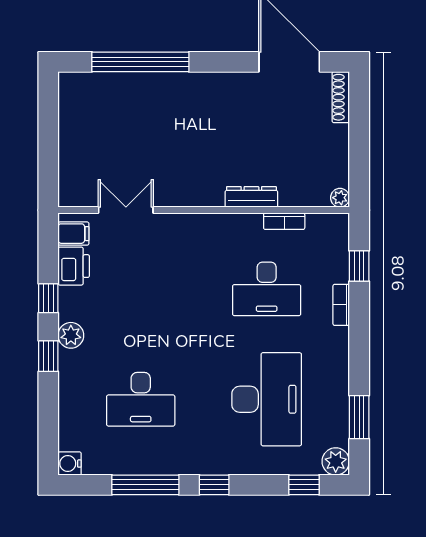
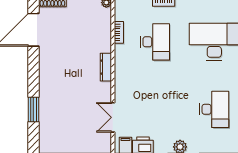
window: (140, 62) -> (33, 109), width x0.47
dresser: (251, 197) -> (106, 67), moved

